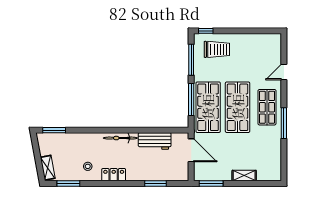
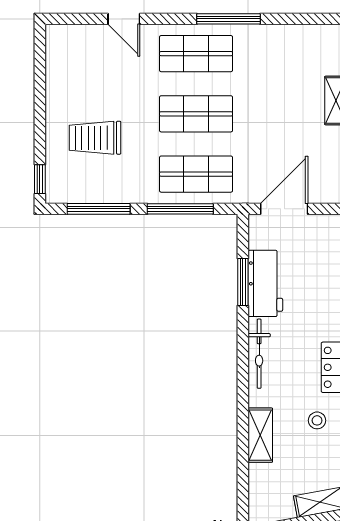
trolley: (217, 49) -> (95, 138), moved, turned -90
shop shelf: (208, 107) -> (196, 174), width x0.70, depth x0.74
shop shelf: (238, 107) -> (196, 114), width x0.70, depth x0.74
window: (54, 130) -> (243, 282), moved
shelving: (81, 139) -> (260, 435), added

